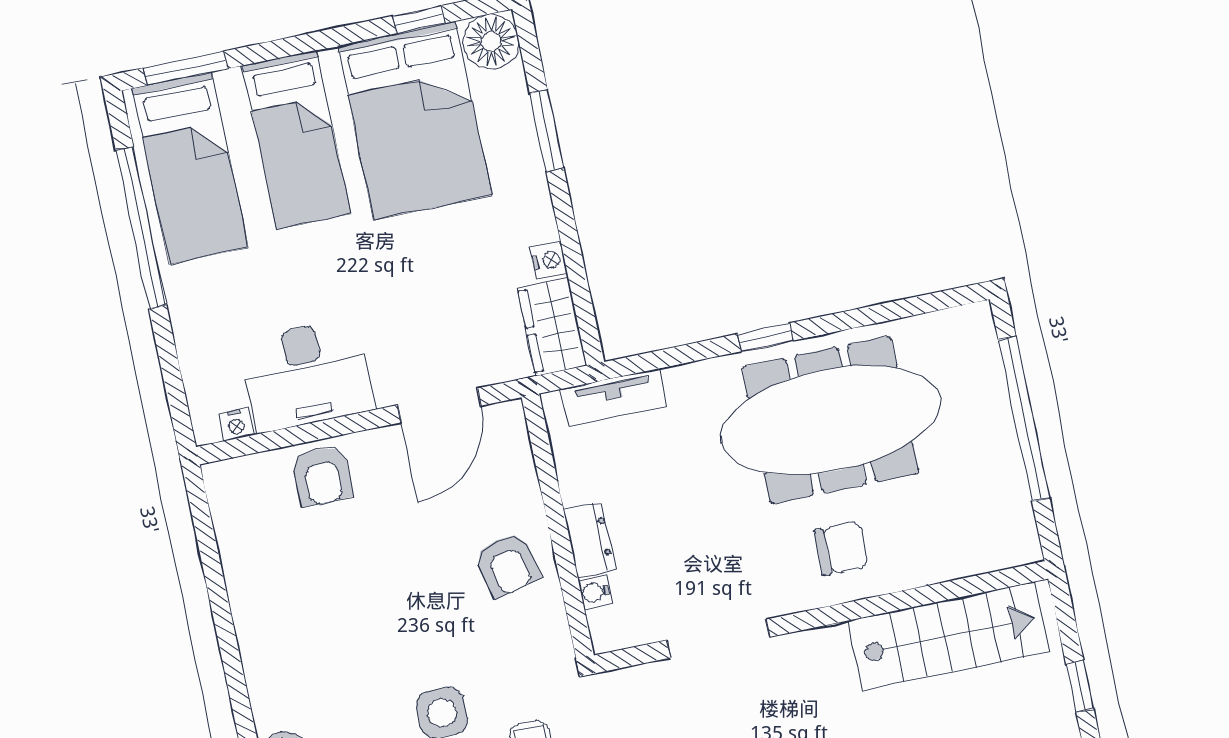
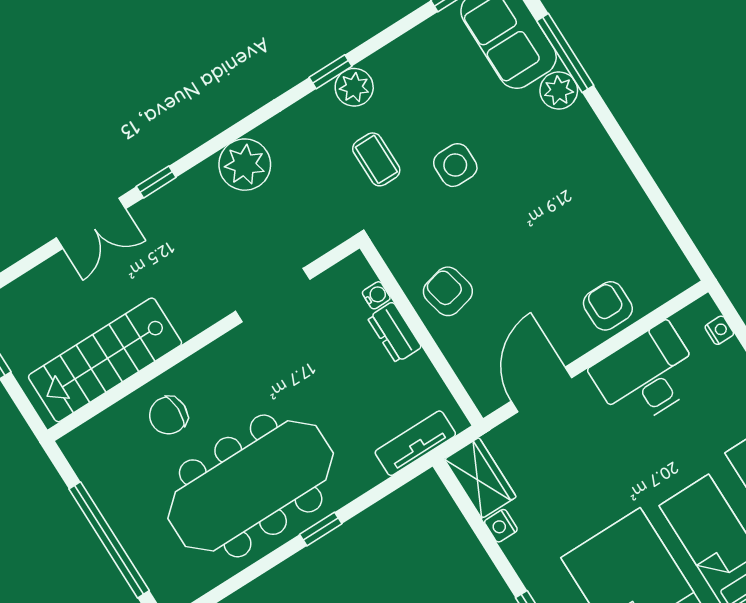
nightstand: (236, 424) -> (719, 330), moved, turned 90
chair: (841, 548) -> (168, 415), moved

